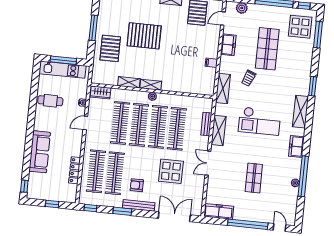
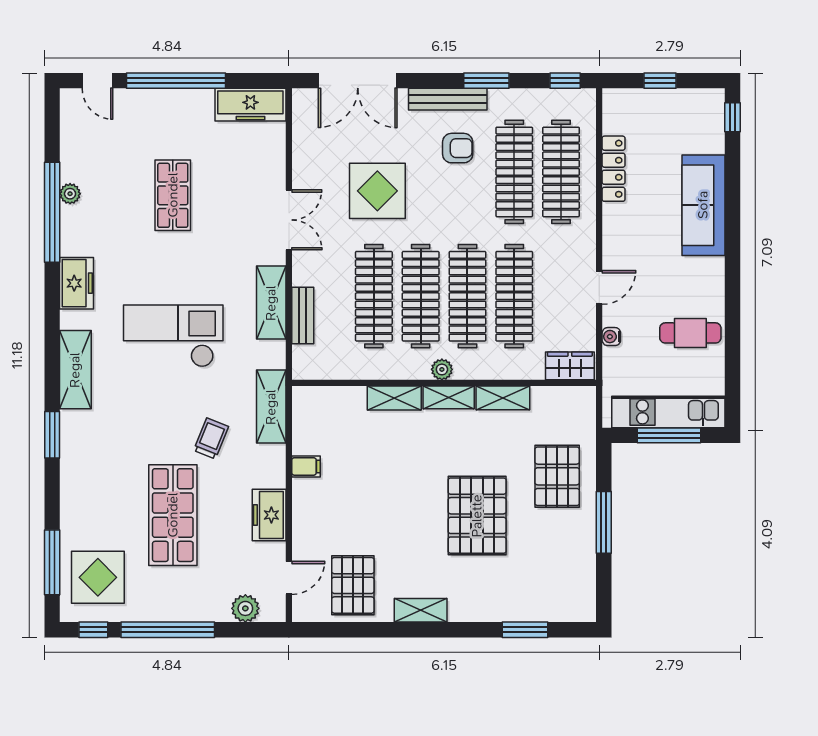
pallet: (144, 36) -> (477, 516), turned 90
shelving: (173, 87) -> (394, 398), added

